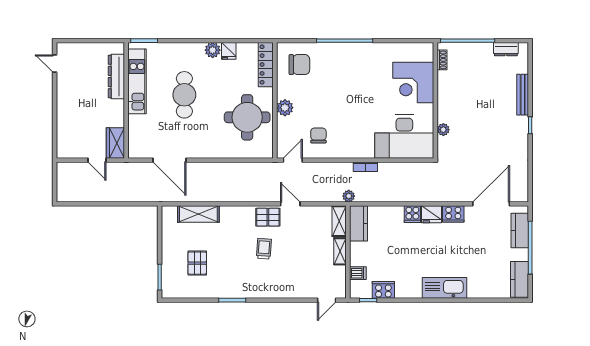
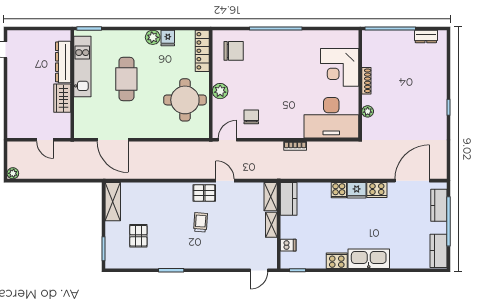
shoe rack: (442, 60) -> (366, 81), moved, width x1.43
bench: (523, 95) -> (442, 79), removed
wardrobe: (115, 143) -> (62, 98), moved
plant: (349, 196) -> (13, 173), moved
shelving: (198, 214) -> (113, 202), moved, turned 90
cooker: (383, 290) -> (337, 261), moved

